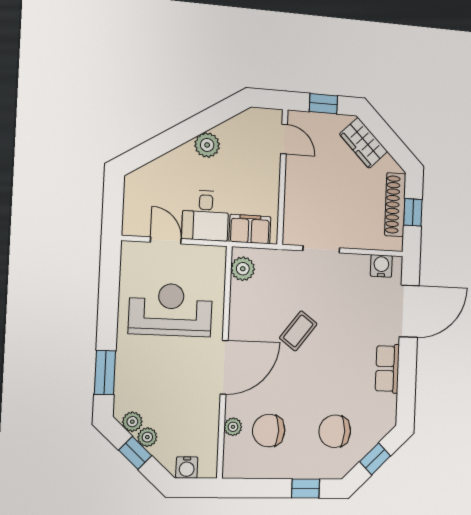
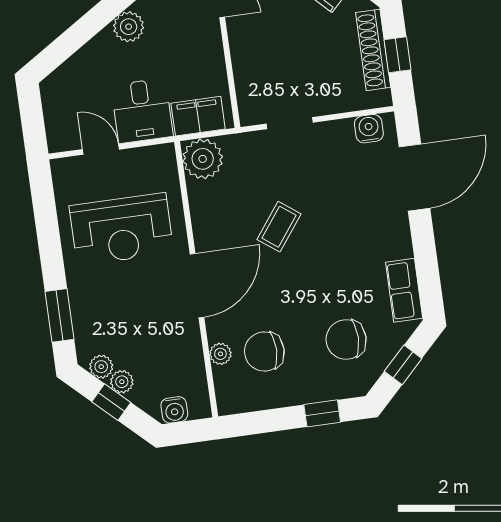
plant: (243, 269) -> (203, 159), width x1.36, depth x1.36
reception desk: (171, 310) -> (121, 229), turned 180
row of seats: (387, 369) -> (404, 290), moved

